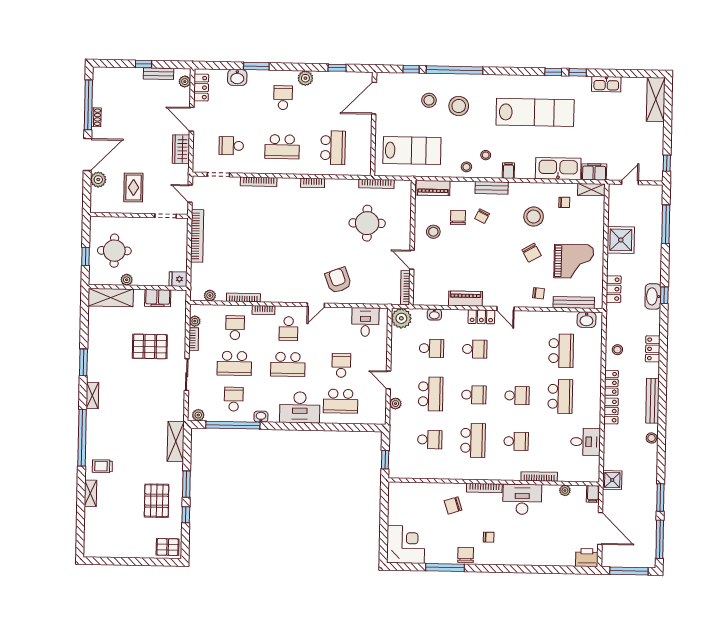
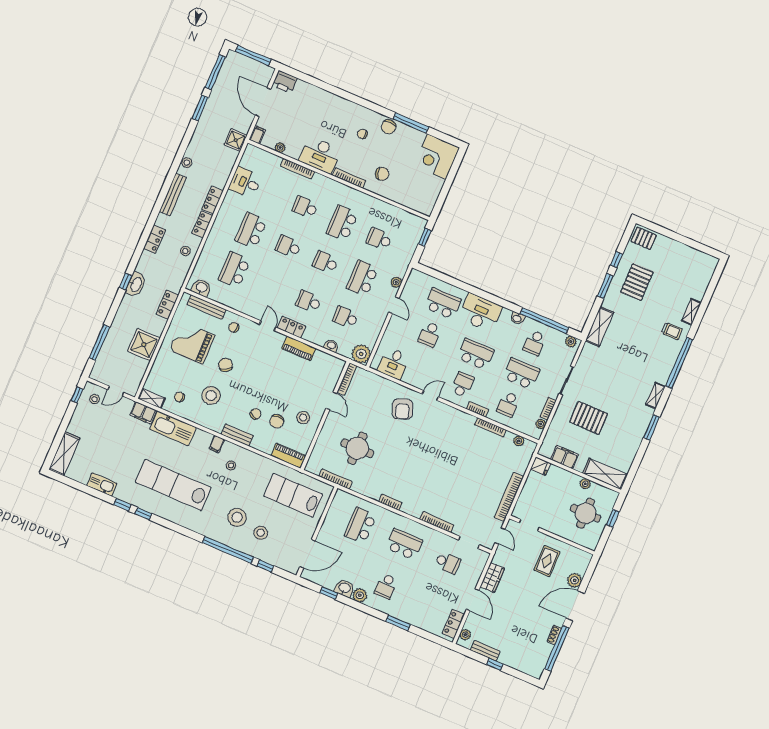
washbasin: (237, 77) -> (344, 588), moved
stool: (466, 167) -> (95, 399), moved

